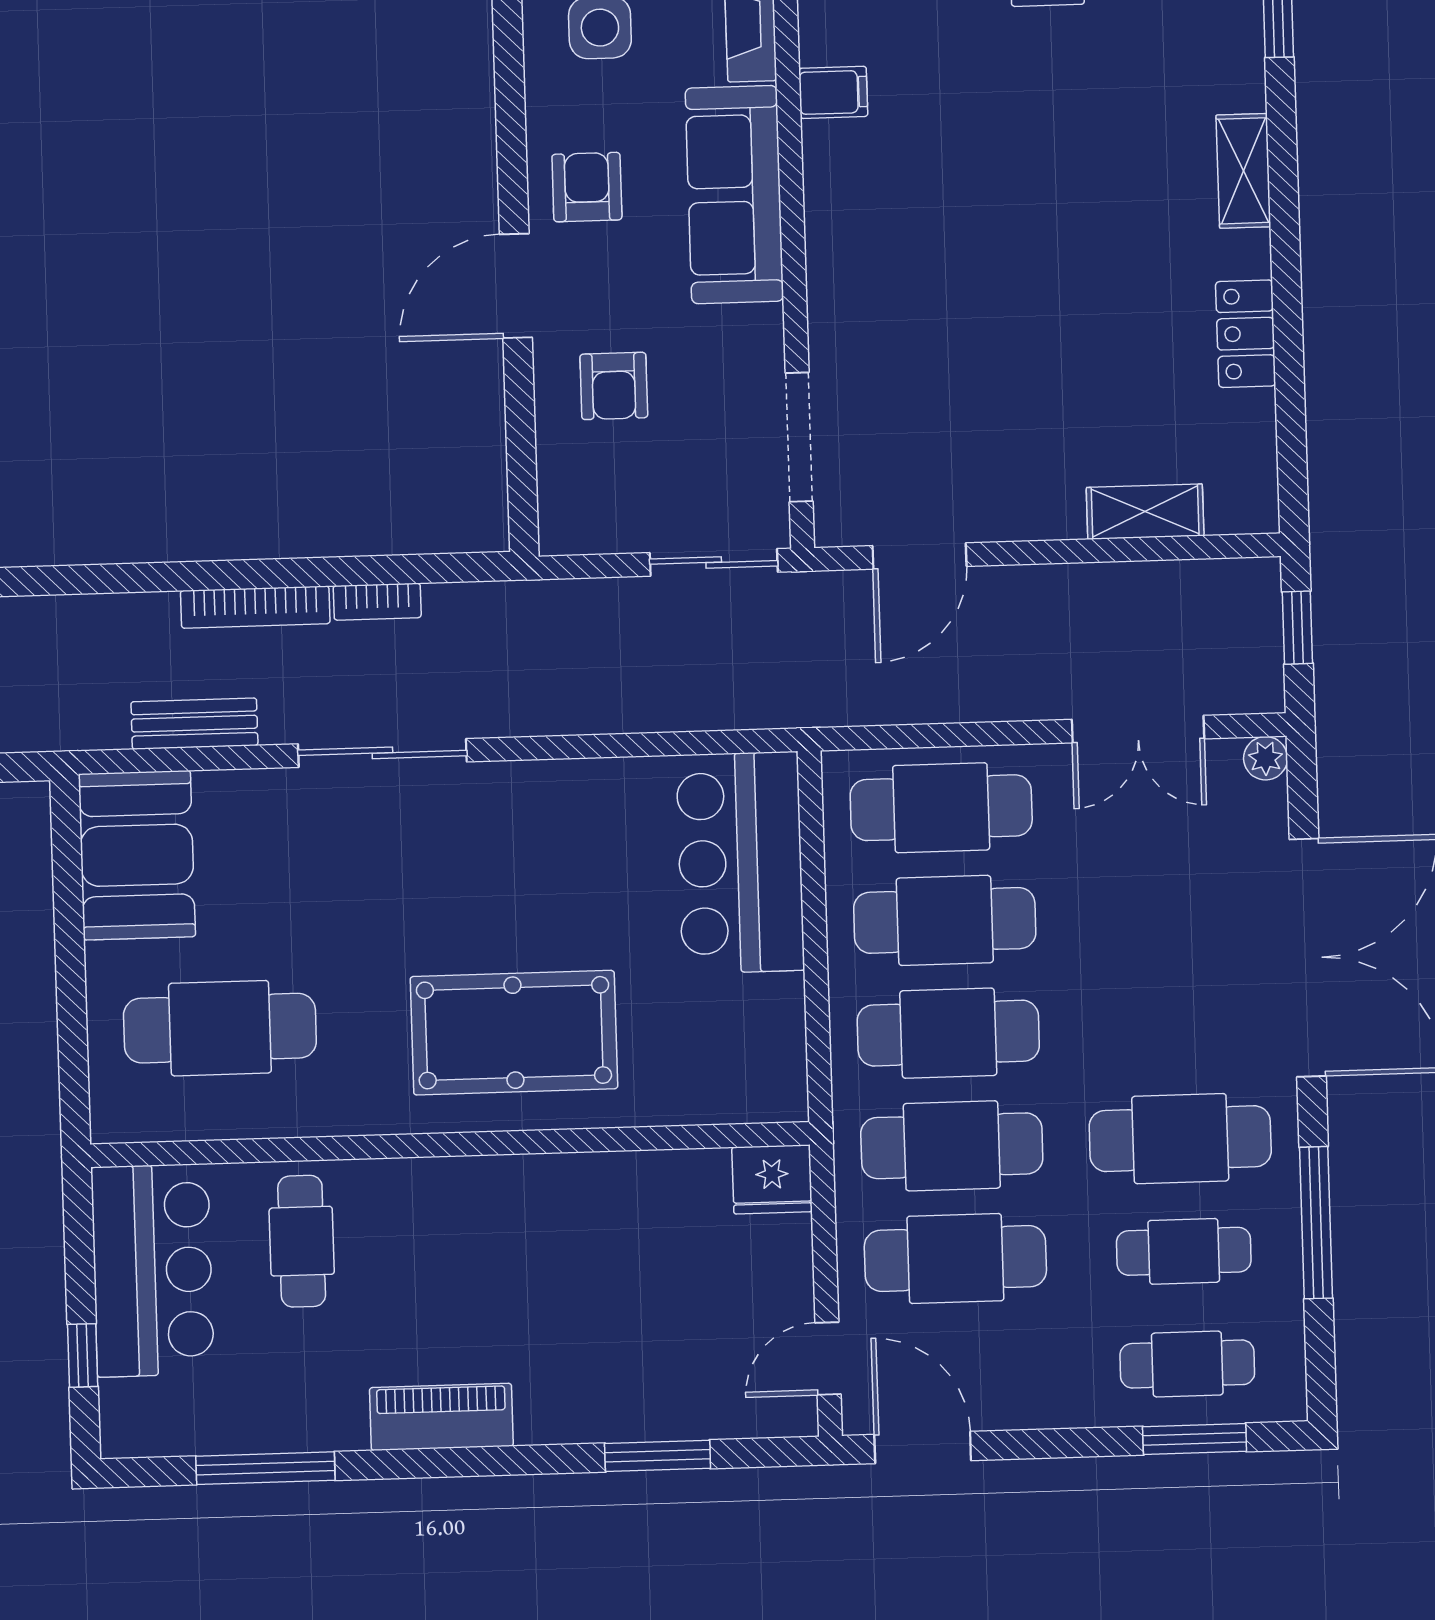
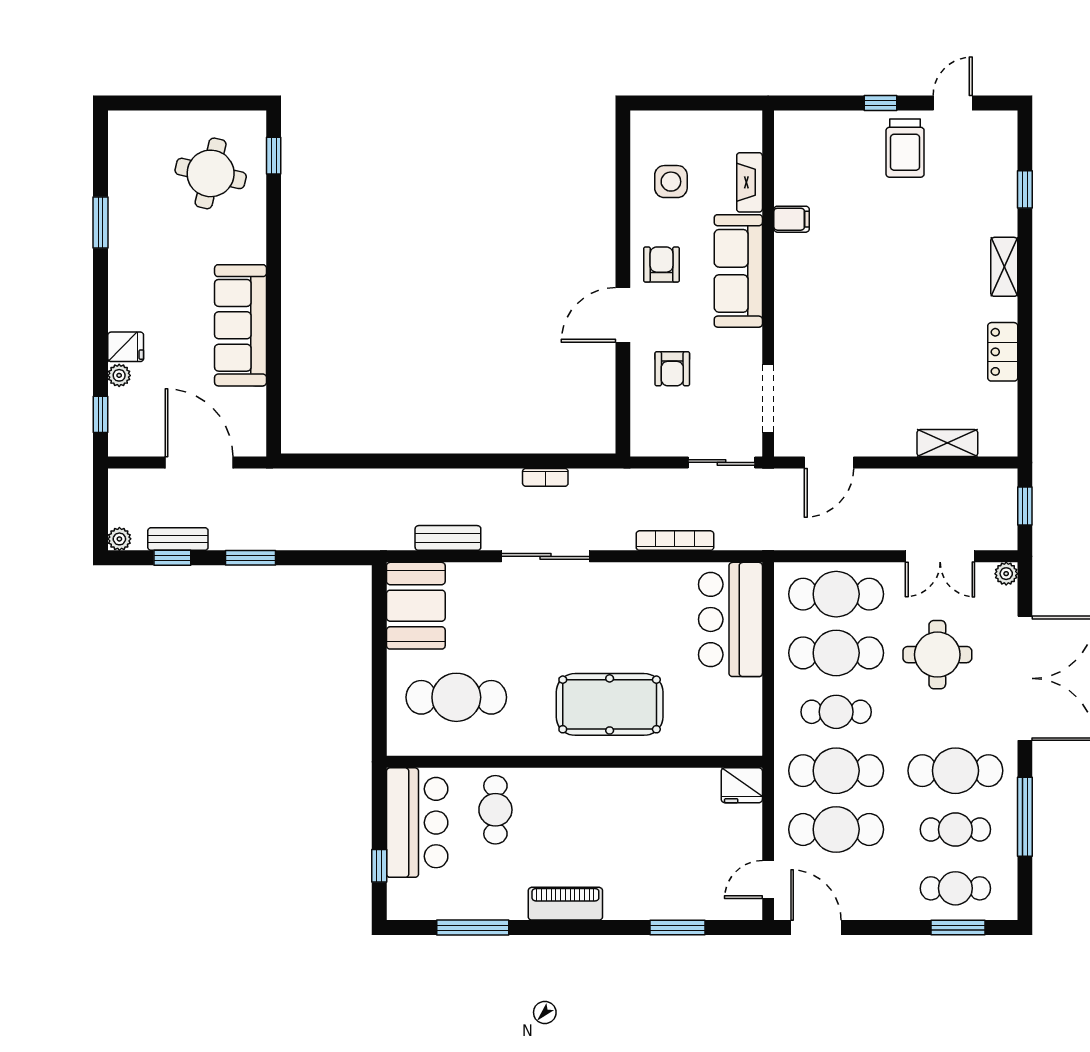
bookcase: (255, 607) -> (675, 541), moved, turned 180
round table: (1139, 917) -> (937, 655), added
cafe table: (948, 1033) -> (836, 712), width x0.73, depth x0.74

